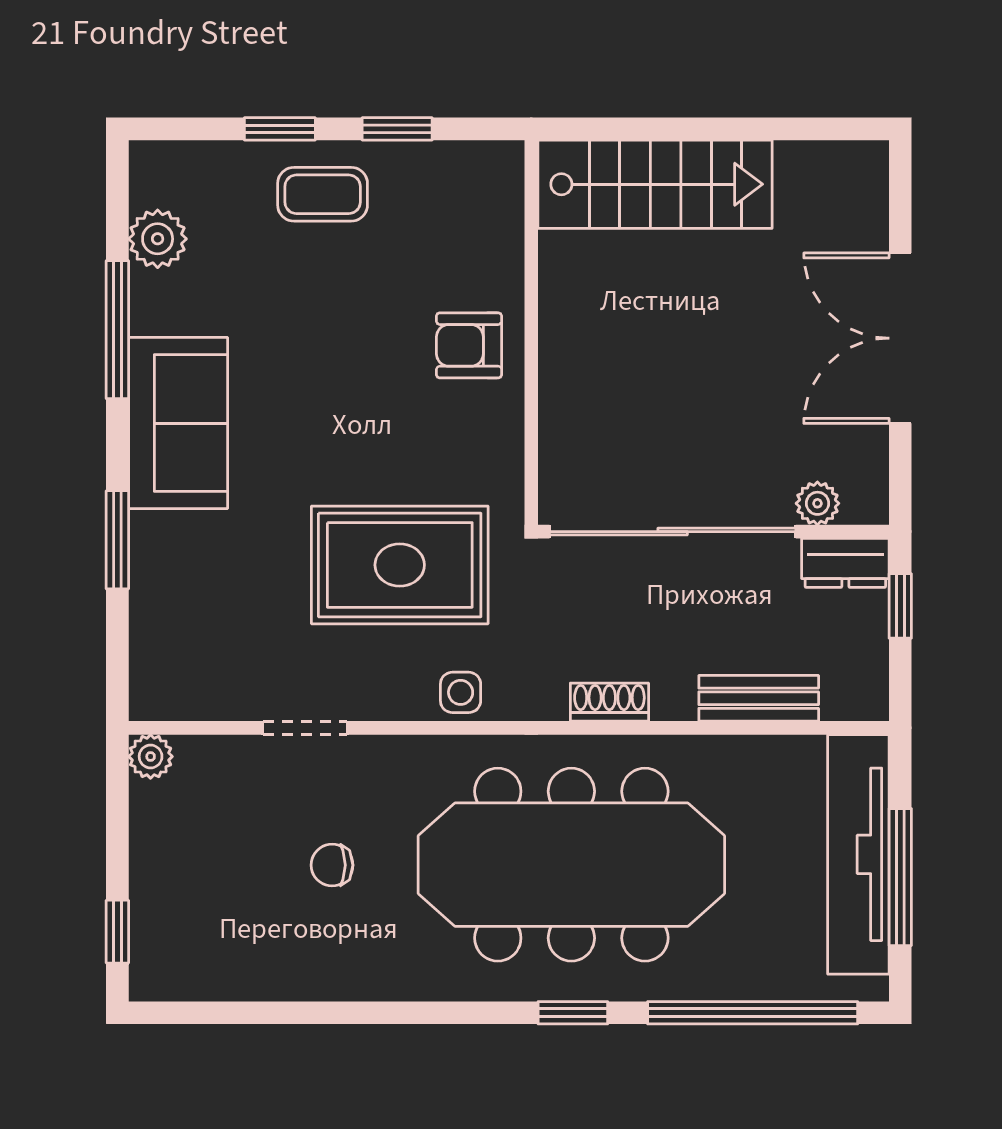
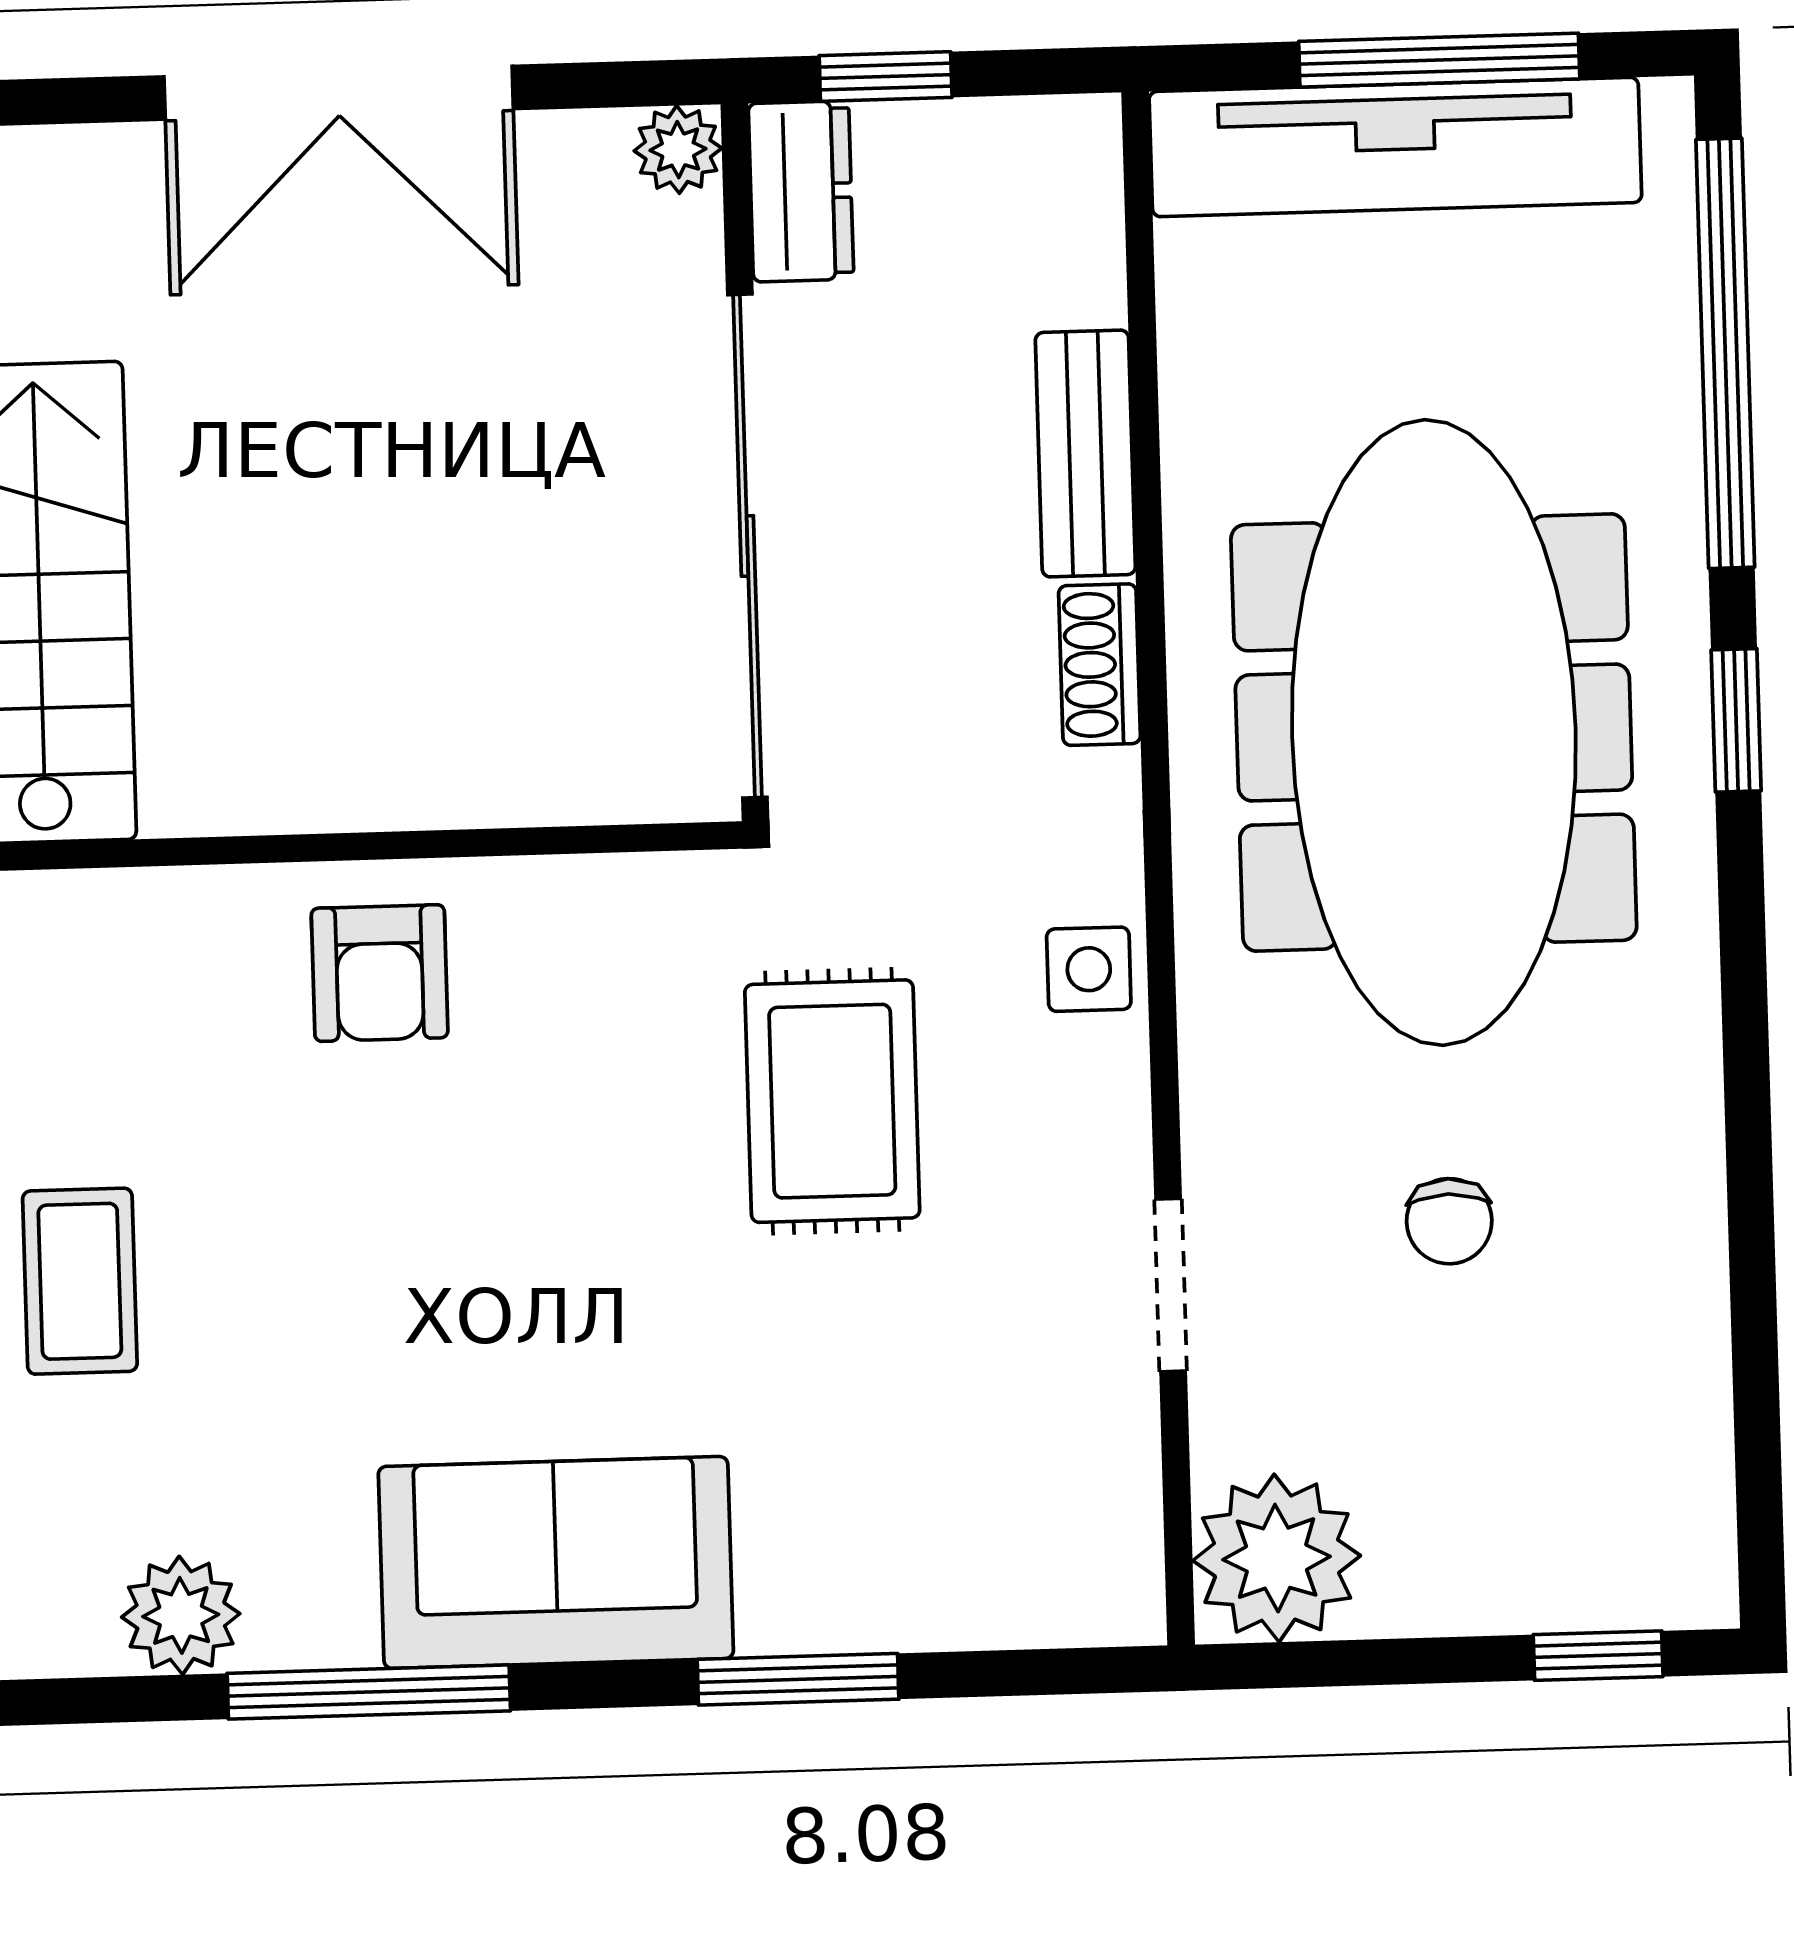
plant: (817, 503) -> (678, 150), moved
rug: (400, 565) -> (832, 1101), width x0.73, depth x0.70
bench: (759, 698) -> (1085, 454), moved
plant: (151, 756) -> (1277, 1558), width x1.87, depth x1.87

